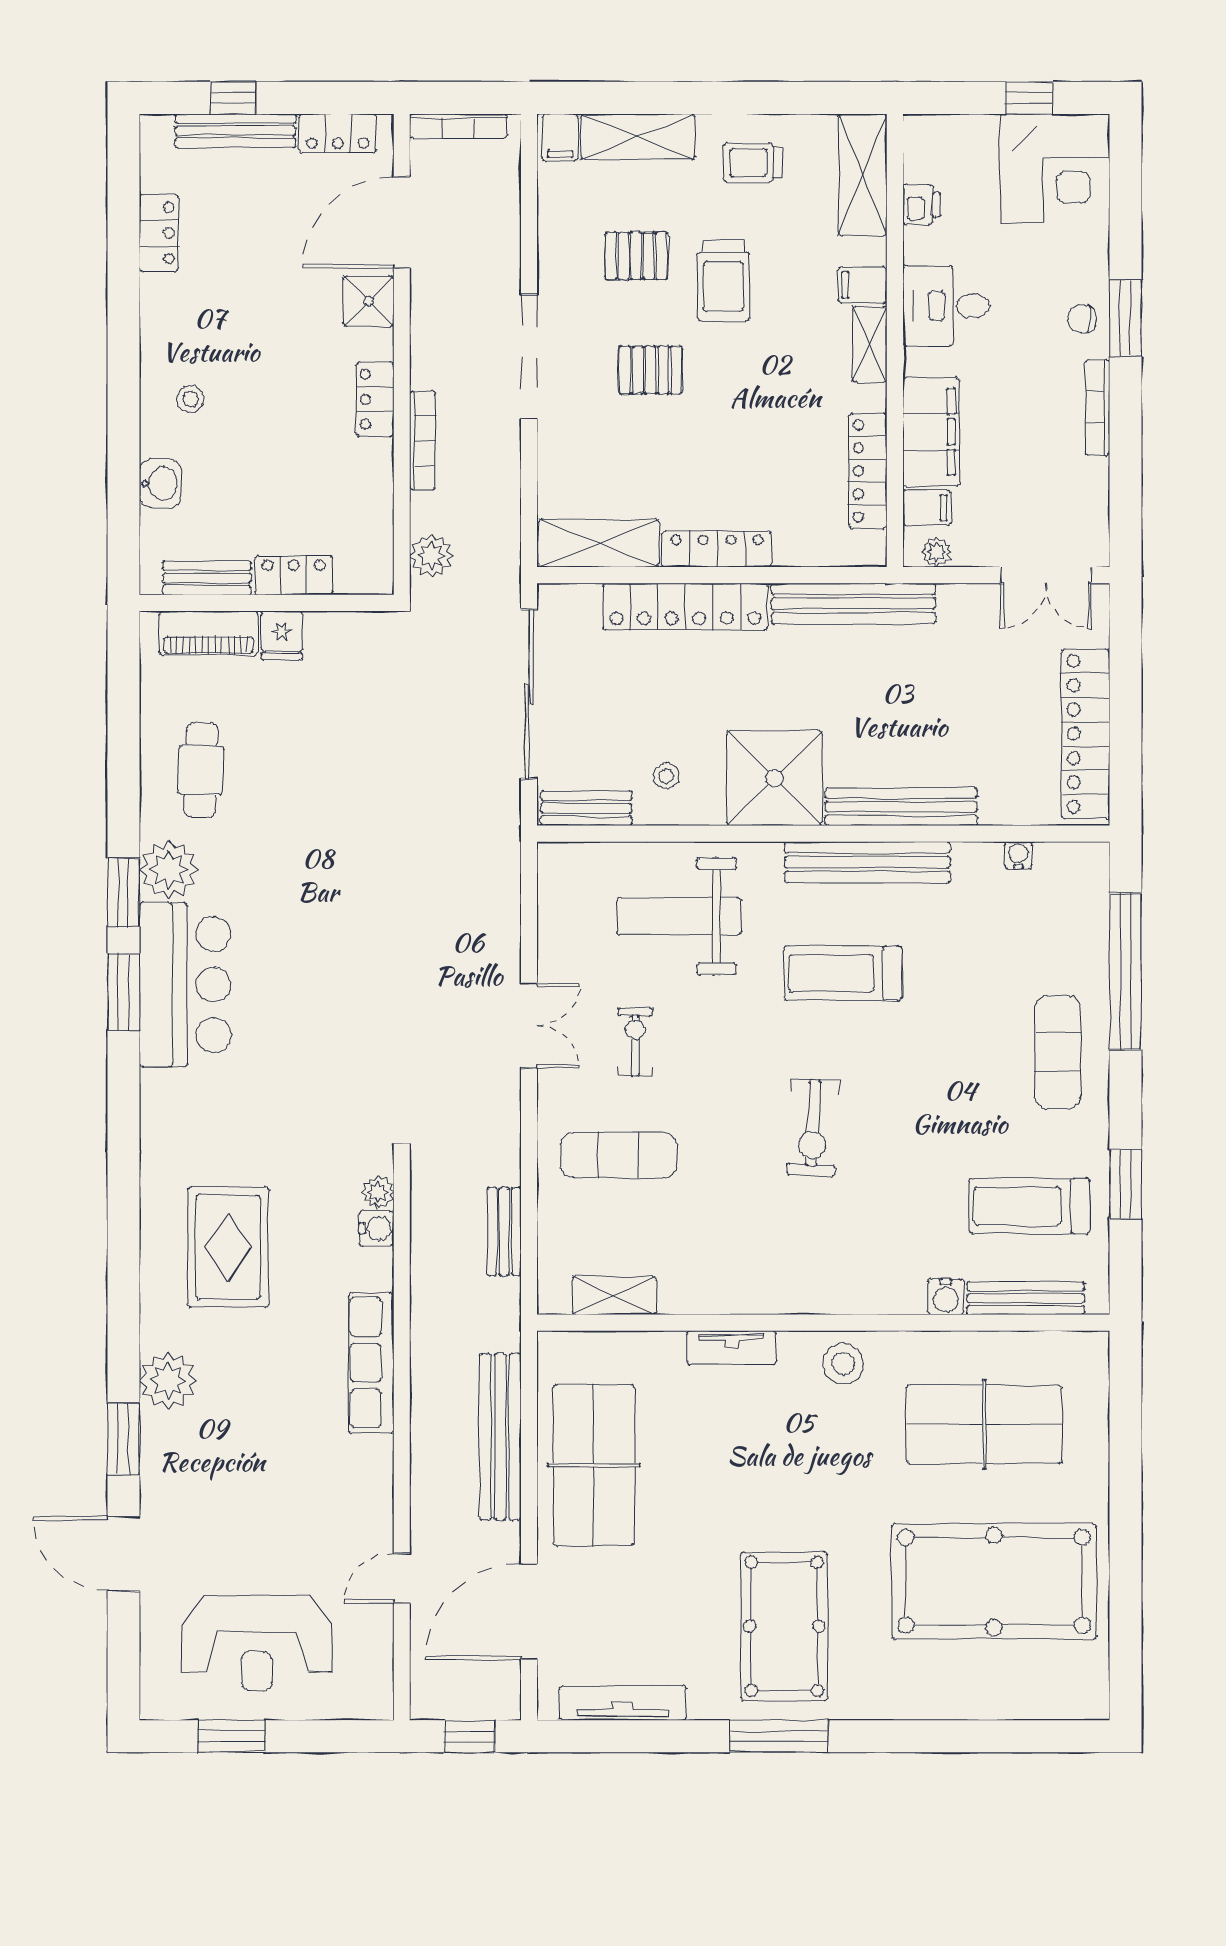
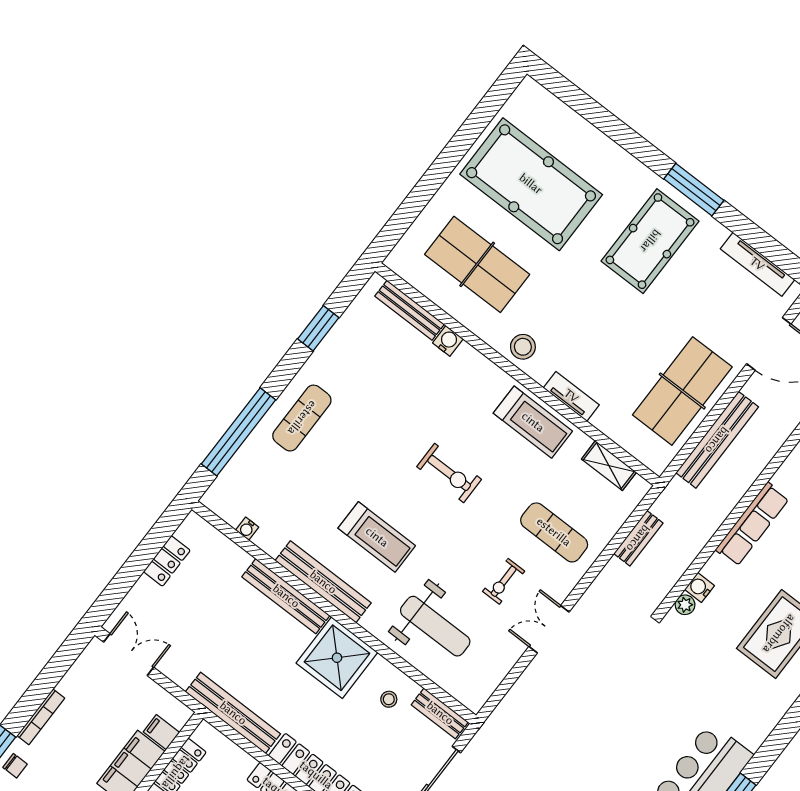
plant: (937, 552) -> (173, 707), removed
locker: (1086, 734) -> (167, 561), width x0.46, depth x0.83
exercise bike: (813, 1128) -> (449, 473), turned 87
treadmill: (1029, 1206) -> (533, 422), moved

